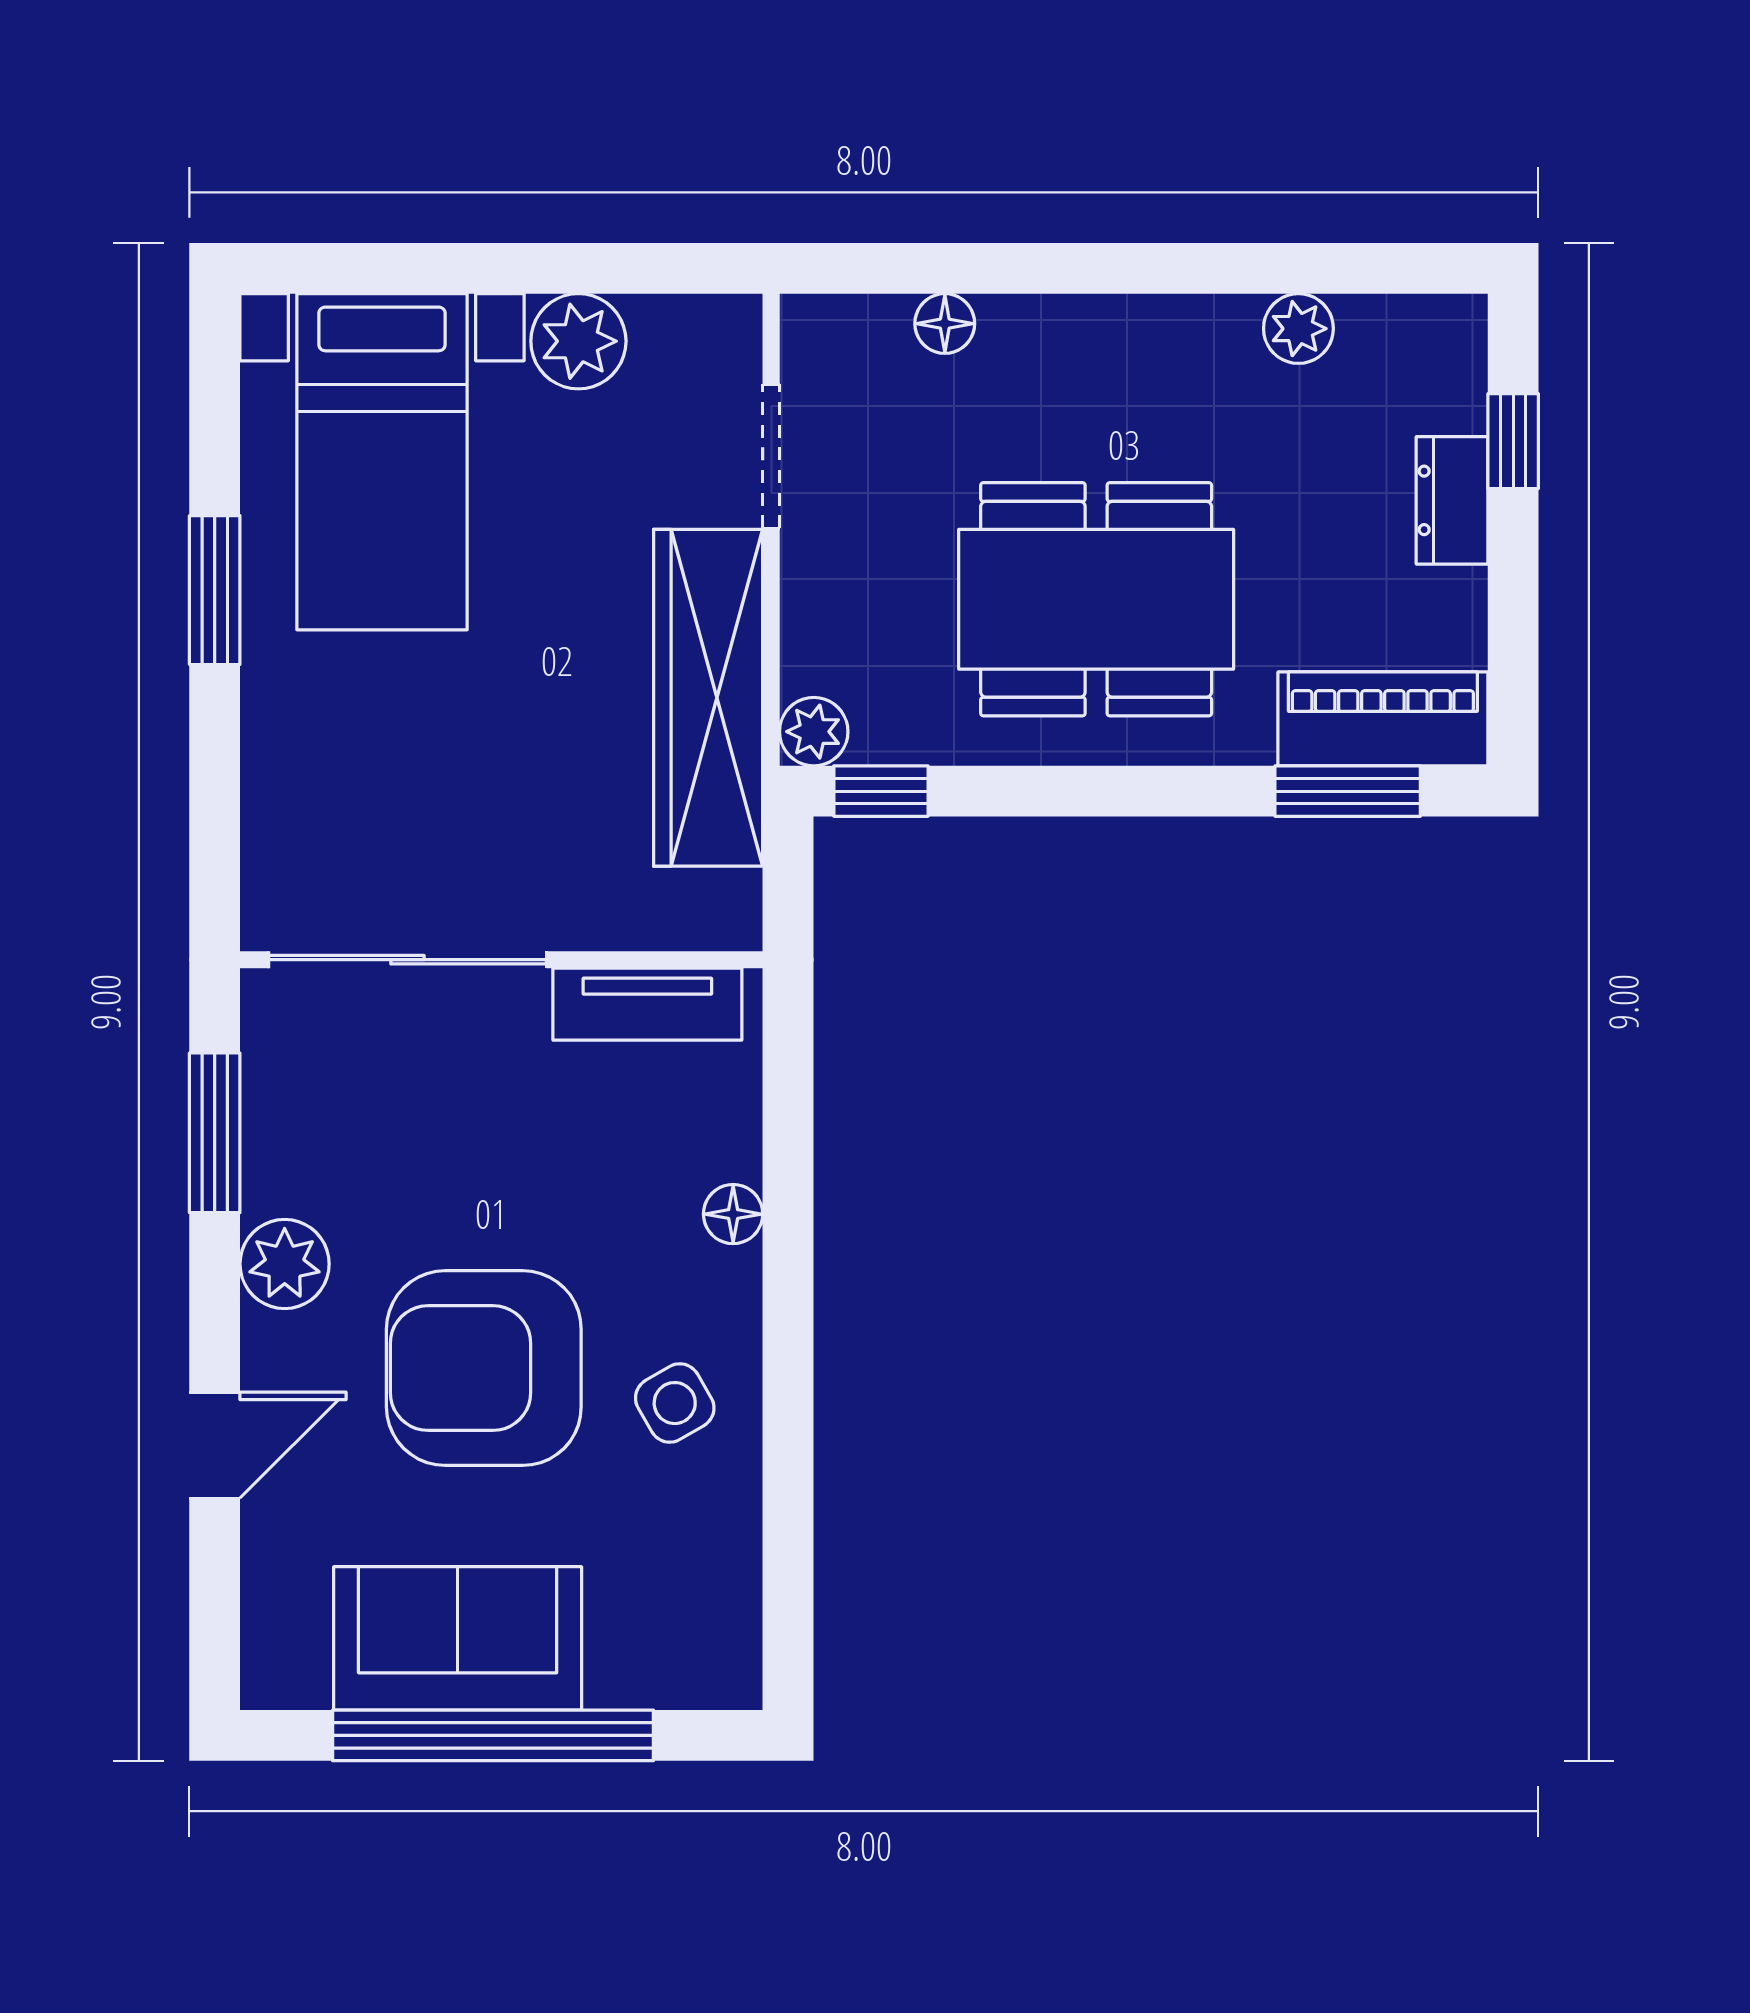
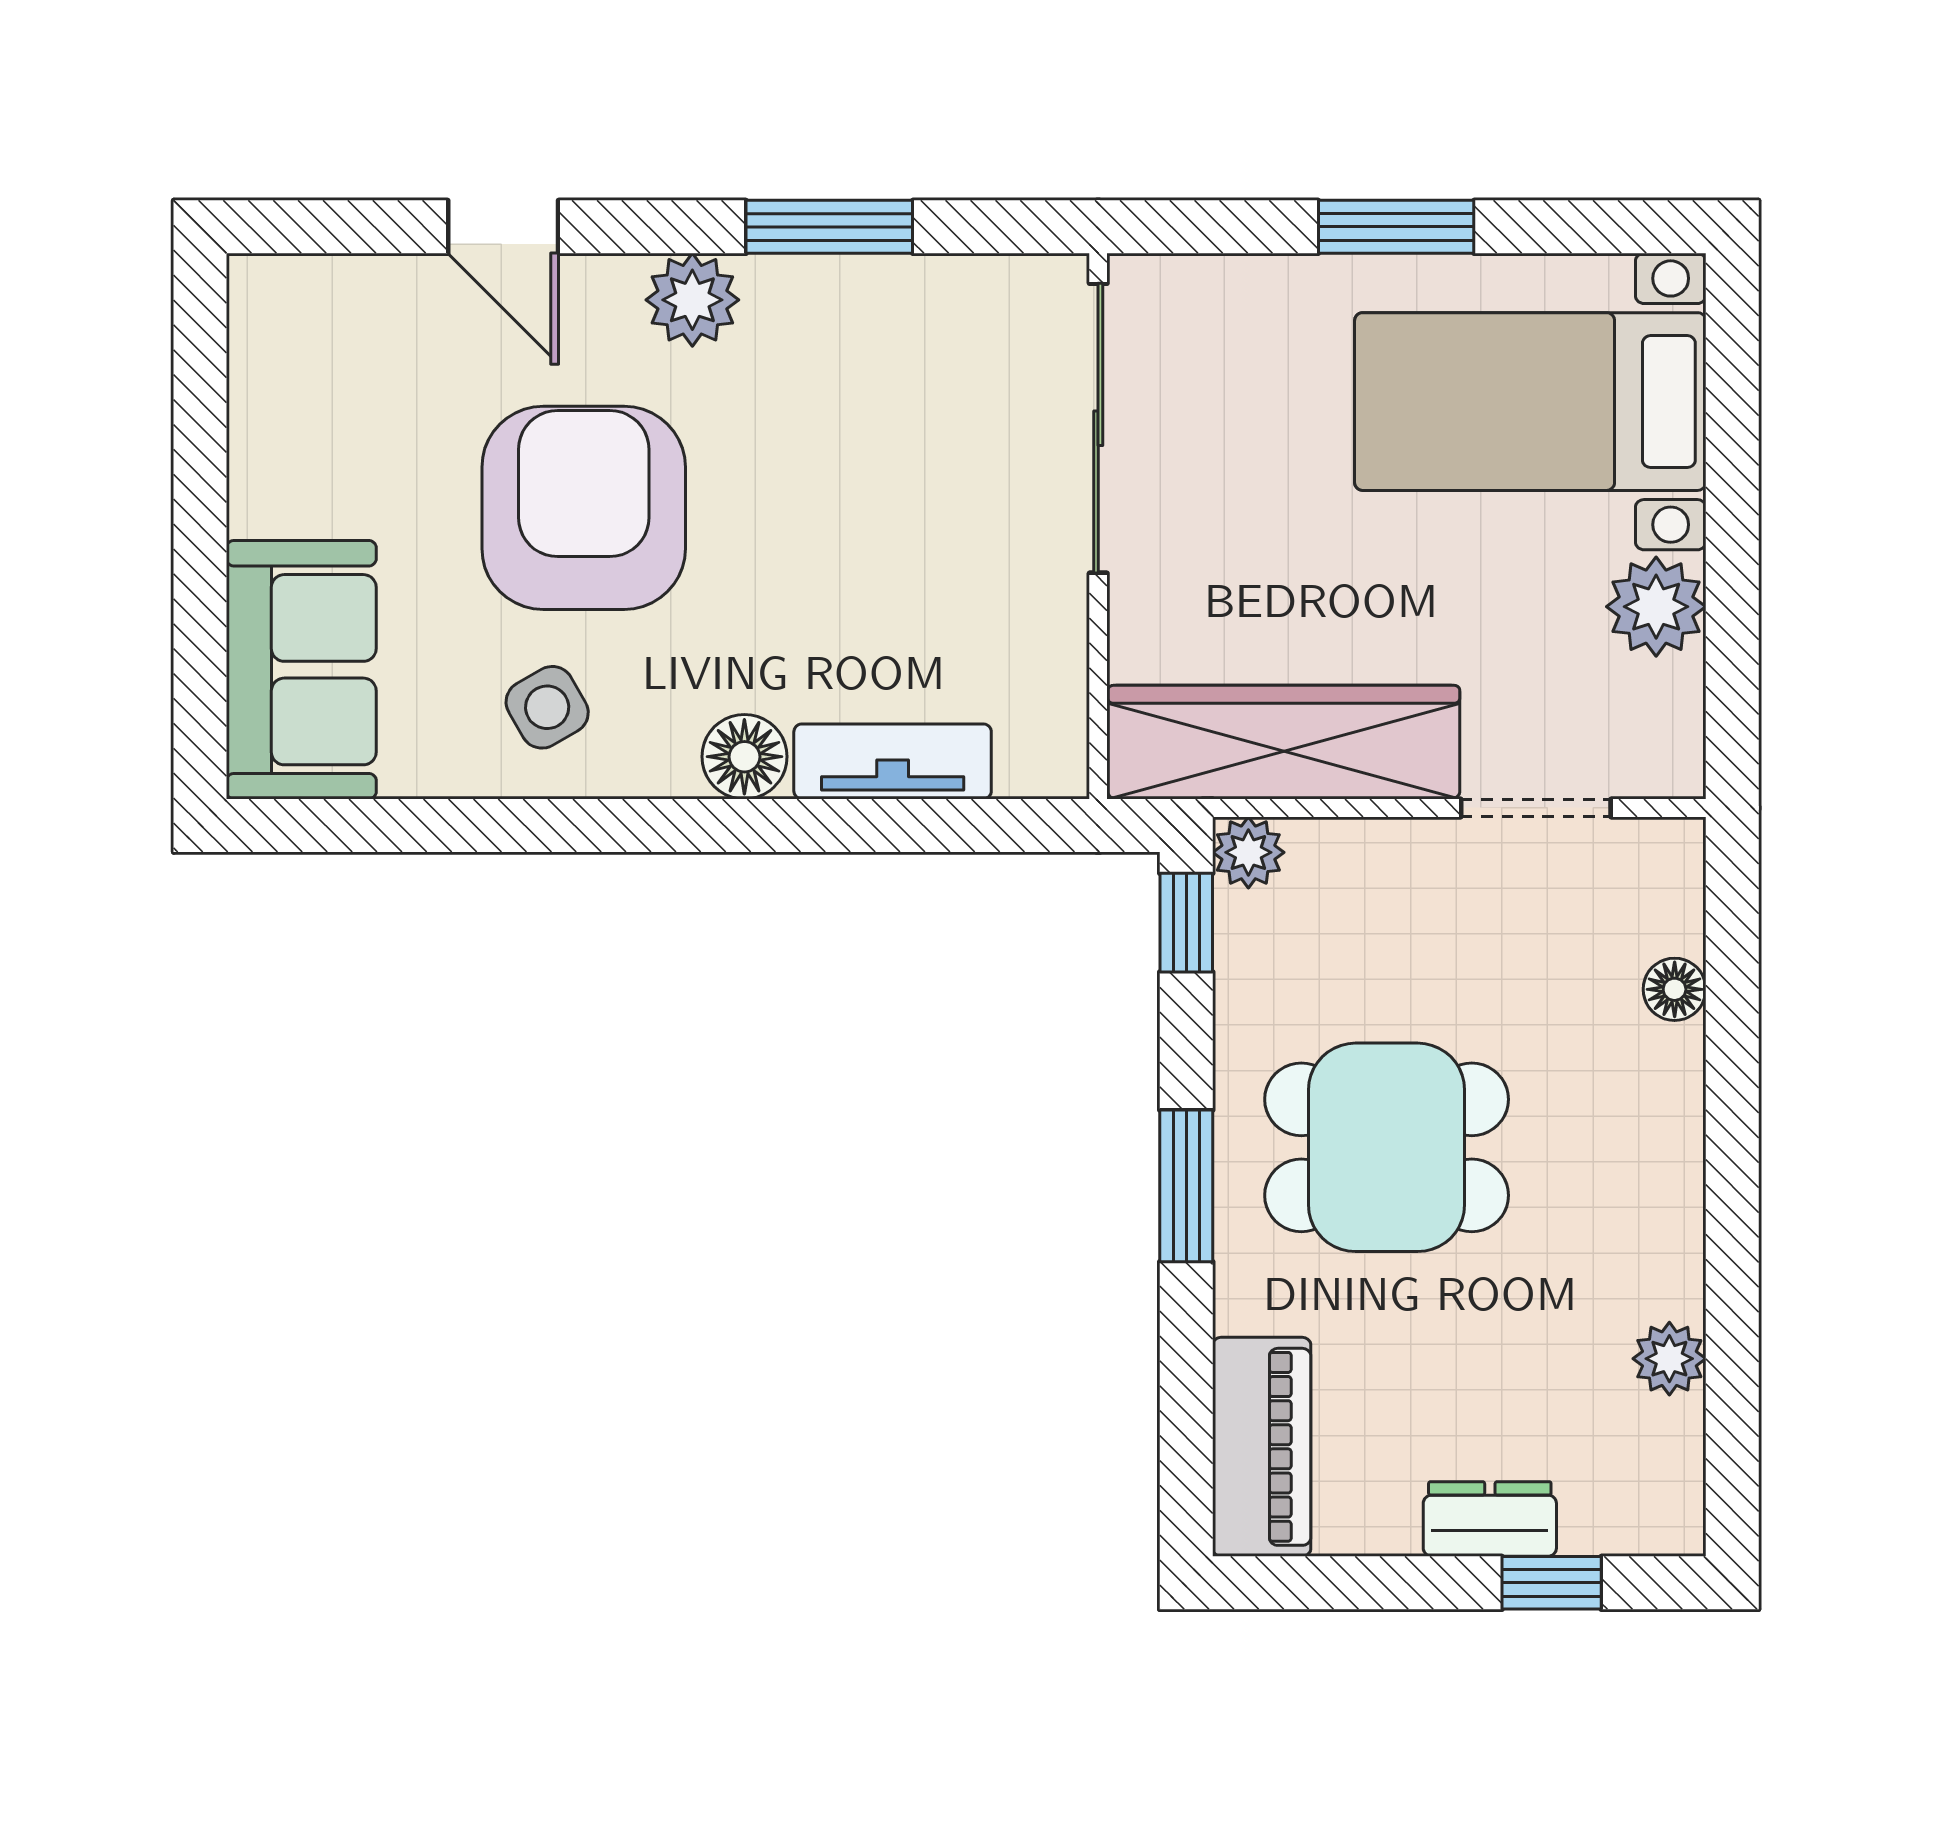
dining table: (1096, 599) -> (1387, 1147), width x0.73
window: (1348, 791) -> (1186, 1186), moved
sliding door: (408, 960) -> (1098, 428), moved
wall: (501, 960) -> (1098, 526), moved
tv unit: (647, 1004) -> (893, 761), moved, turned 90
floor lamp: (733, 1214) -> (744, 757), width x1.37, depth x1.37
sofa: (458, 1638) -> (301, 670), moved
window: (493, 1735) -> (200, 517), removed

